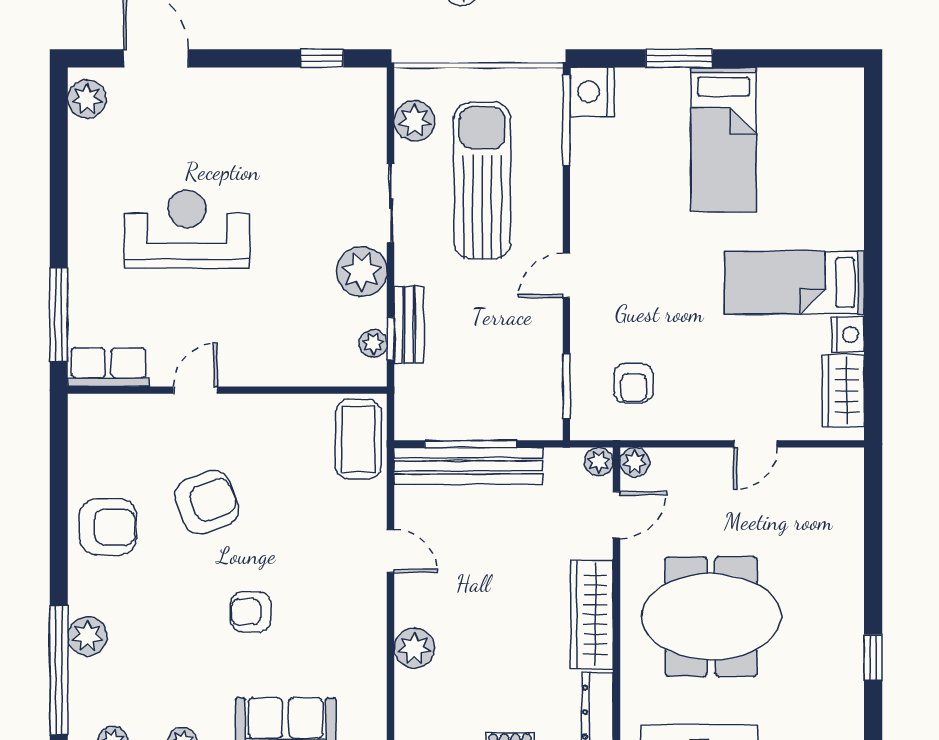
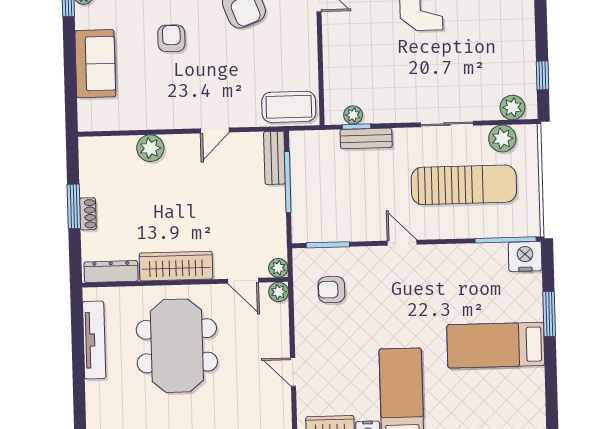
plant: (362, 271) -> (512, 107), moved, width x0.73, depth x0.73
bench: (468, 466) -> (274, 158), width x0.54, depth x0.82

